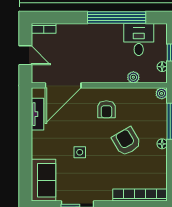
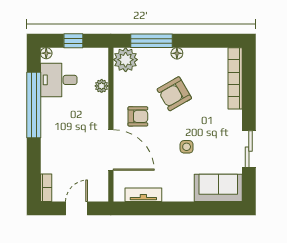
floor lamp: (162, 67) -> (46, 53), moved
door: (63, 85) -> (111, 150), moved
plant: (162, 93) -> (126, 60), width x1.88, depth x1.88

